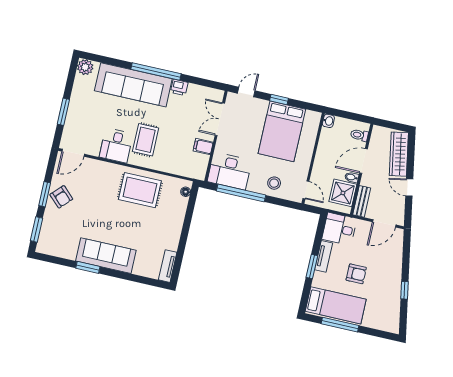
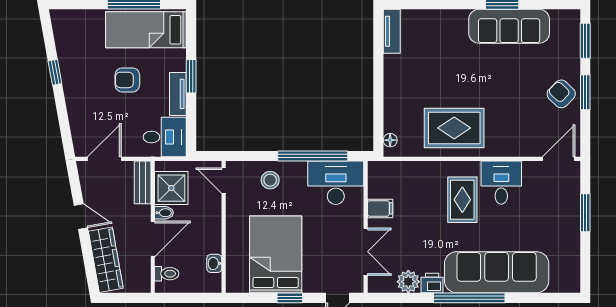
plant: (85, 67) -> (408, 282), moved
washbasin: (328, 121) -> (214, 263), moved
sofa: (106, 256) -> (509, 26), moved

